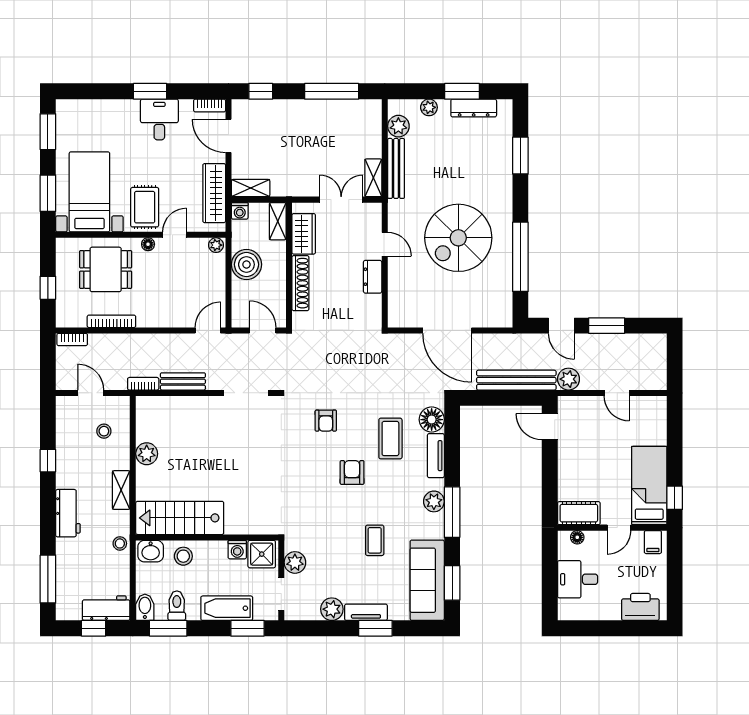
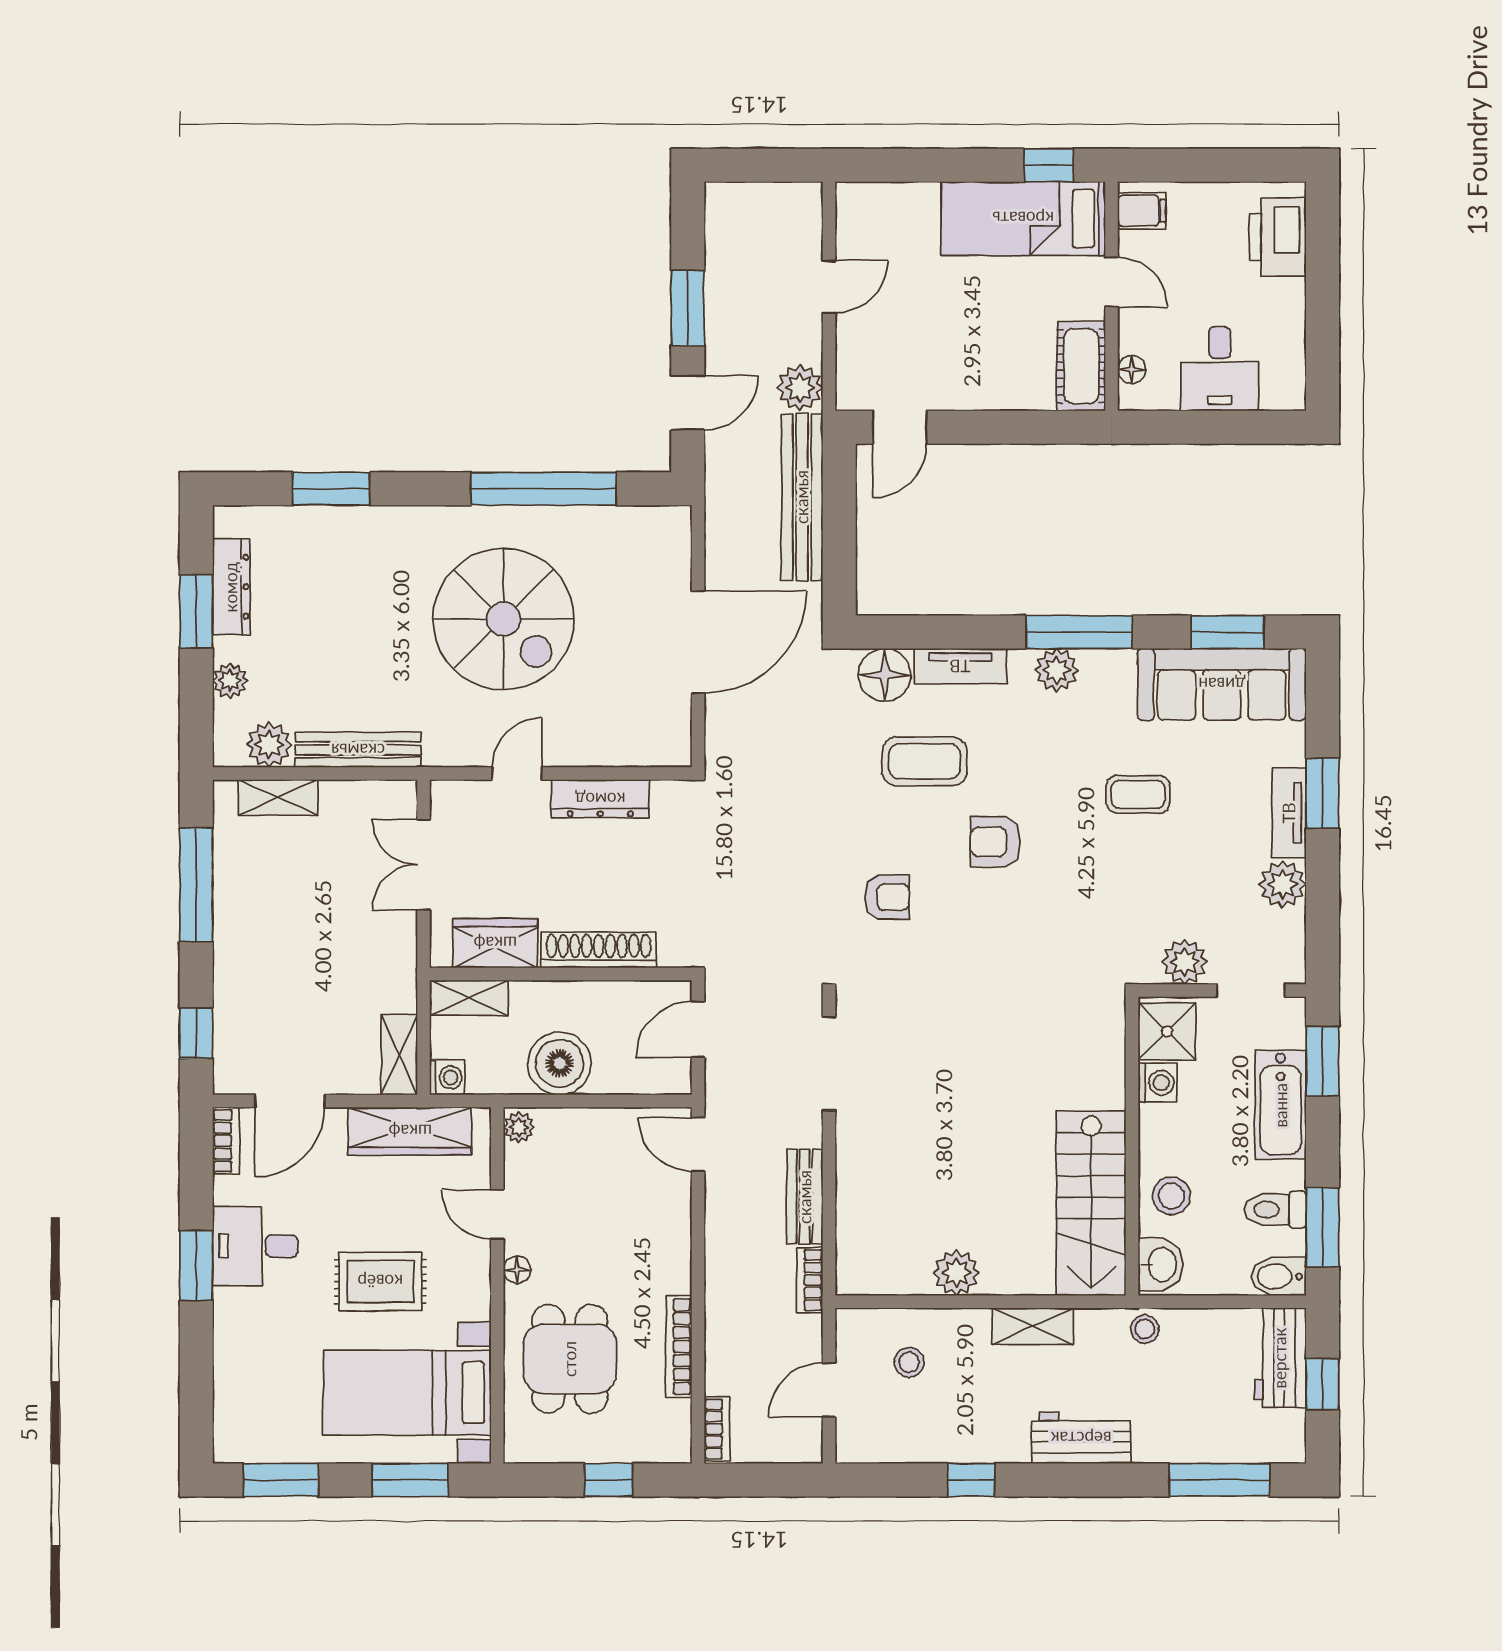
shelving: (373, 178) -> (278, 797), moved
rug: (145, 207) -> (380, 1281), moved
dresser: (373, 277) -> (600, 799), width x1.44

